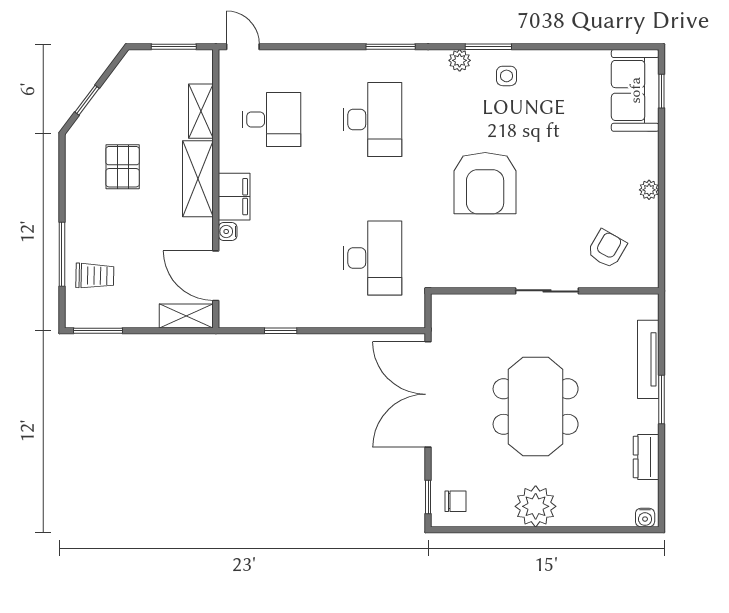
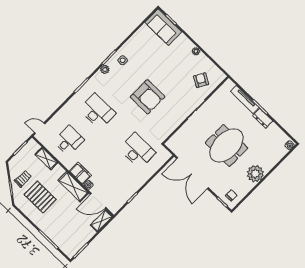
pallet: (123, 167) -> (40, 197), width x1.50, depth x1.42
shelving: (198, 179) -> (73, 187), moved
trolley: (95, 276) -> (23, 179), moved
meeting table: (536, 407) -> (226, 145), turned 90
dresser: (646, 457) -> (263, 118), moved

